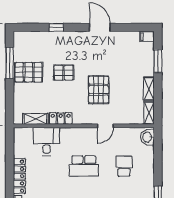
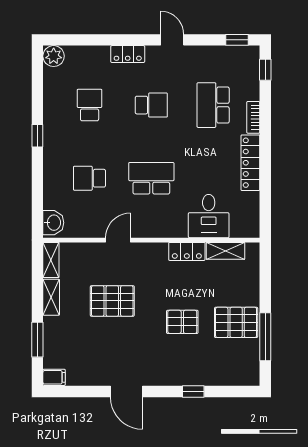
pallet: (99, 90) -> (112, 301), moved, turned 90
school desk: (124, 166) -> (90, 178), turned 90

